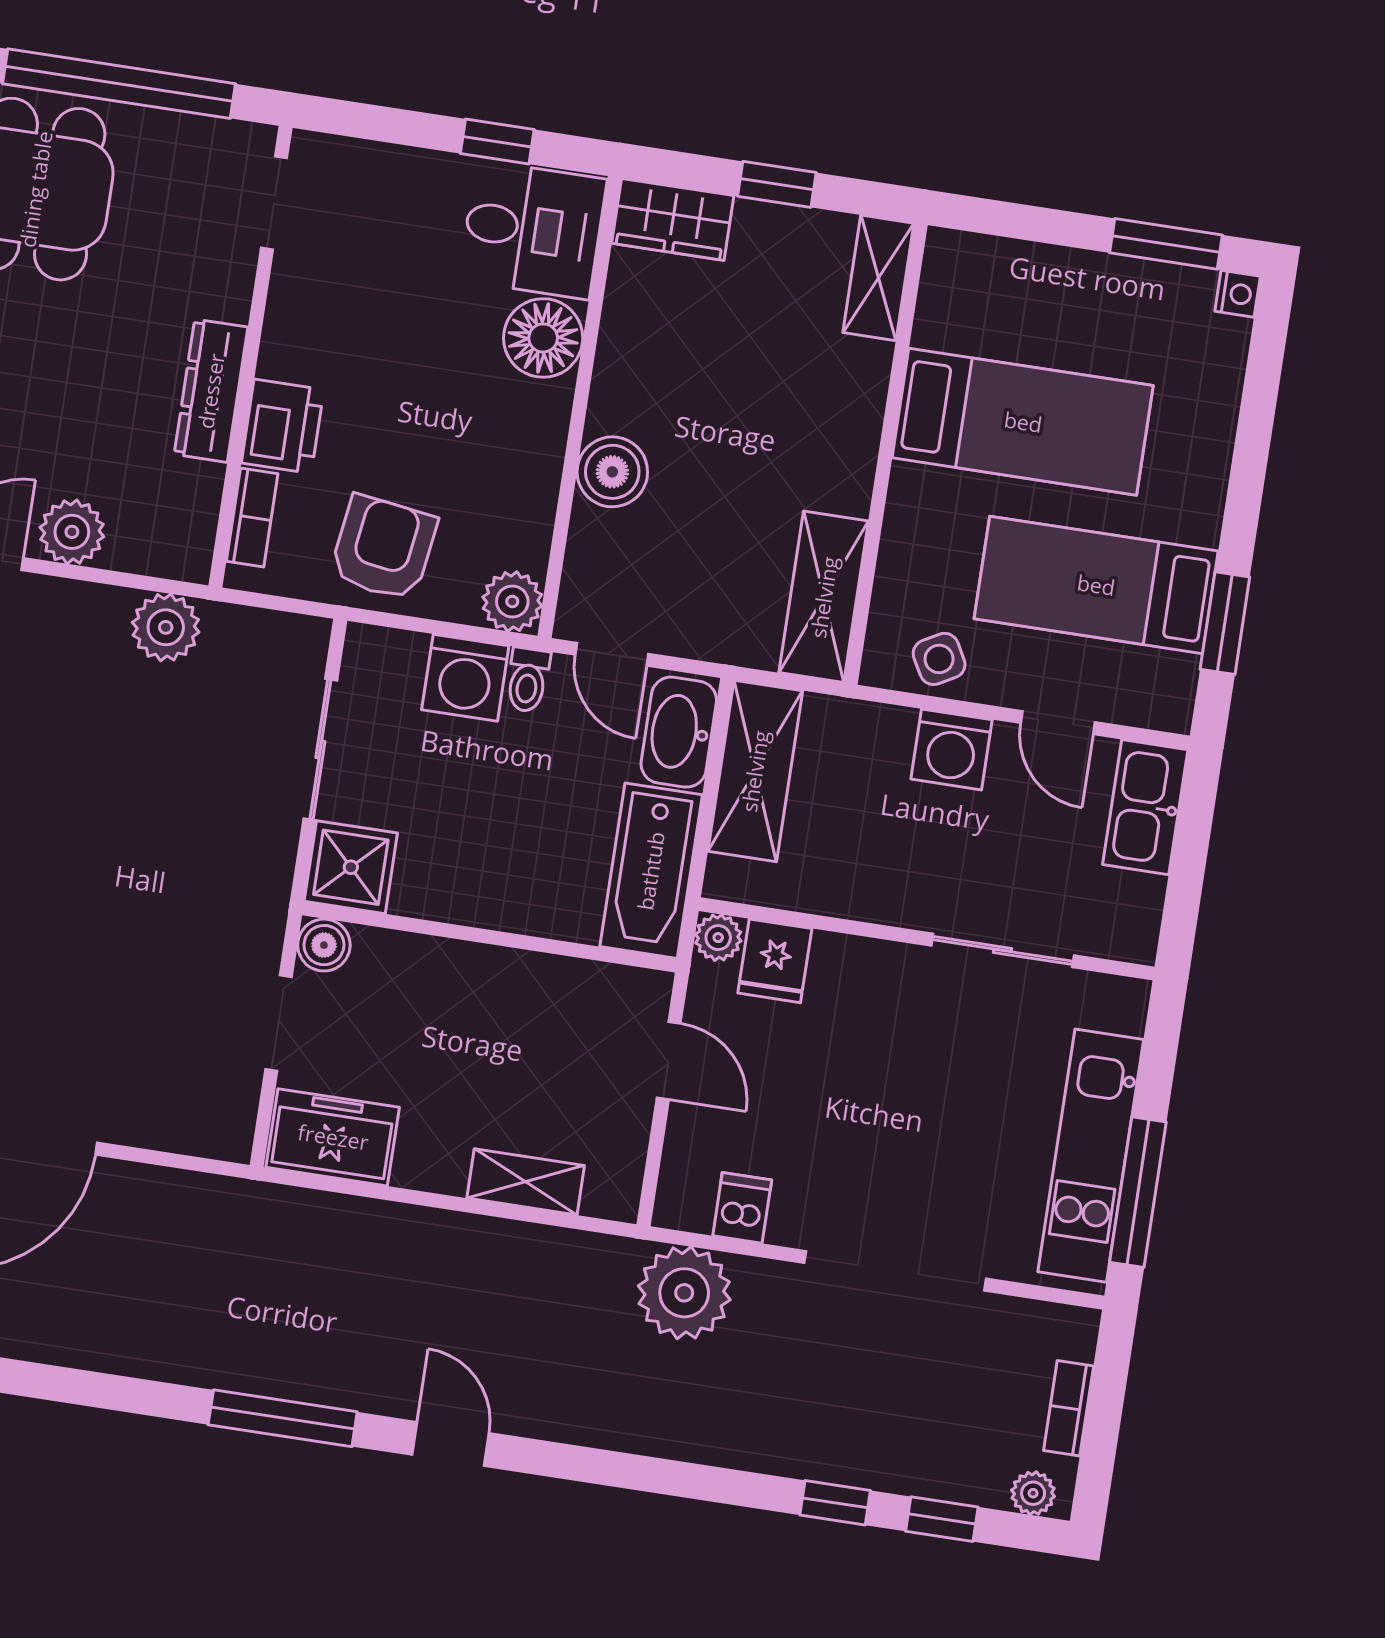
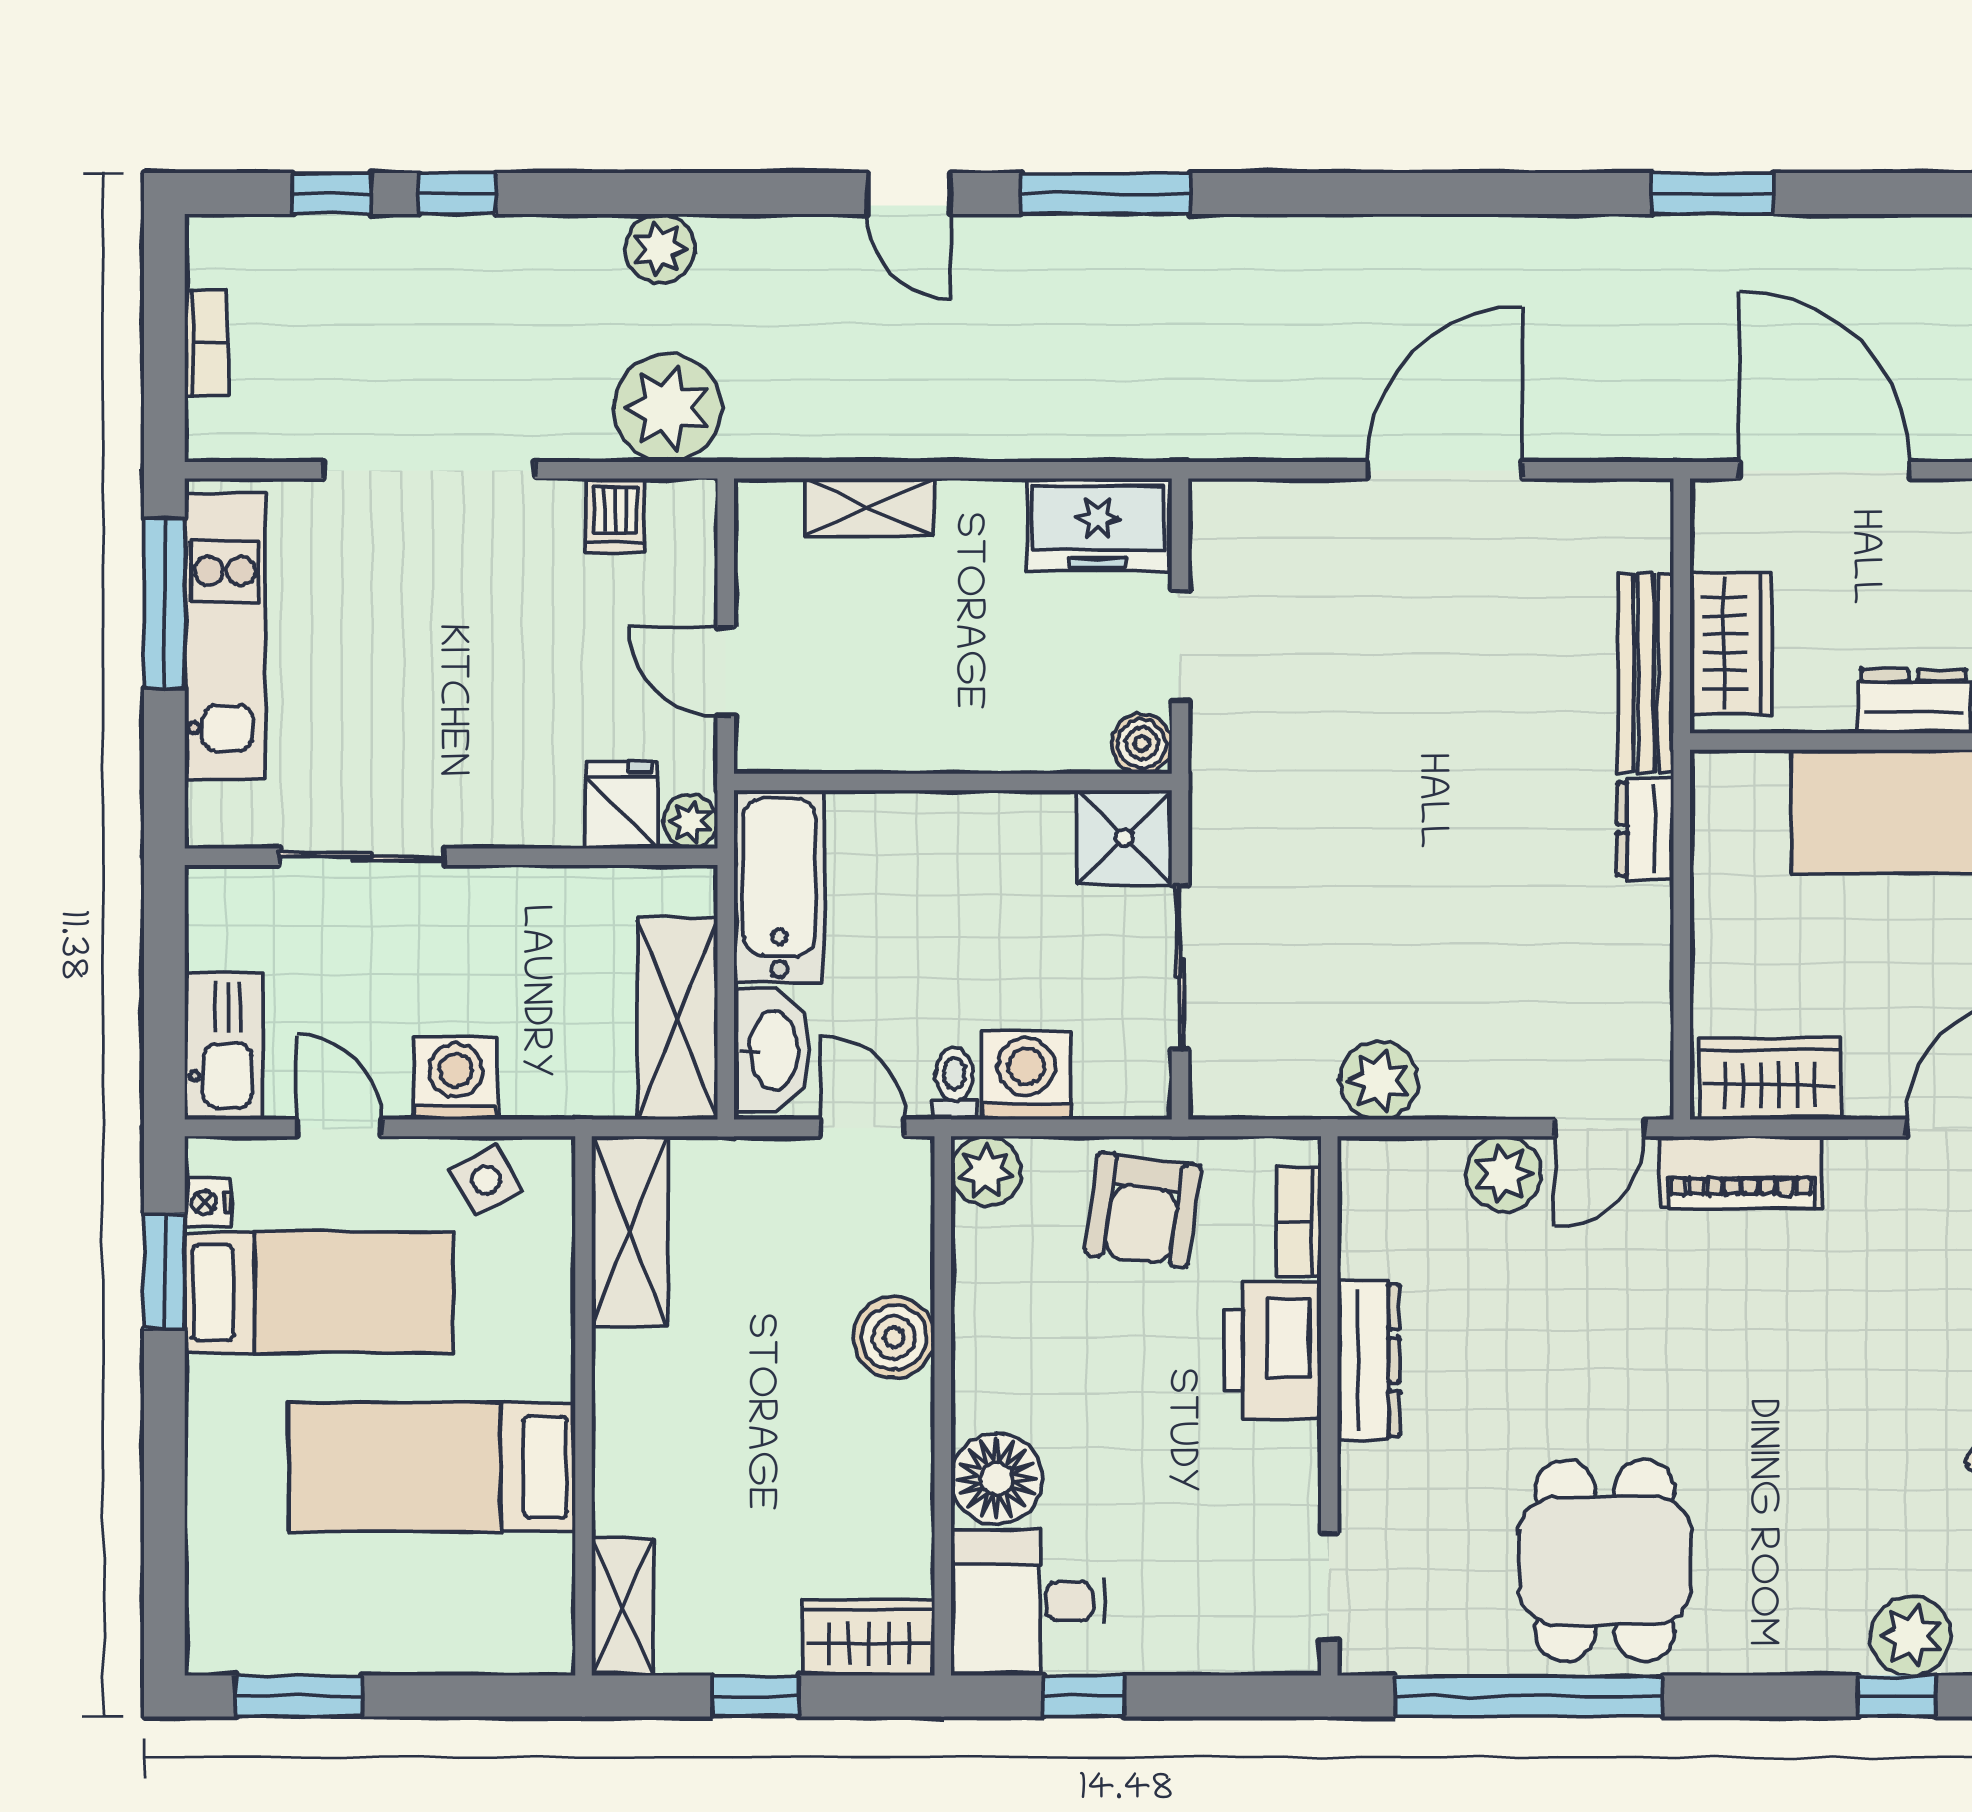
nightstand: (1238, 294) -> (208, 1202), moved
printer: (283, 426) -> (1272, 1350), width x1.37, depth x1.19
plant: (1033, 1493) -> (660, 249), moved, width x1.38, depth x1.38

